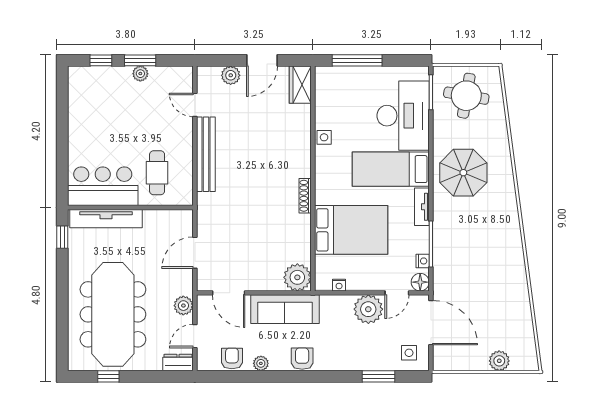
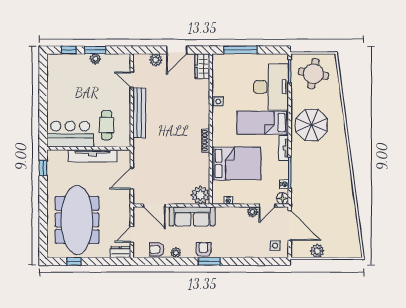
tv unit: (106, 219) -> (93, 156), moved
plant: (183, 306) -> (124, 214), removed
plant: (368, 309) -> (252, 212), width x0.53, depth x0.53
armchair: (232, 358) -> (157, 249), turned -90
plant: (499, 361) -> (317, 251), moved
window: (378, 376) -> (209, 261), moved

